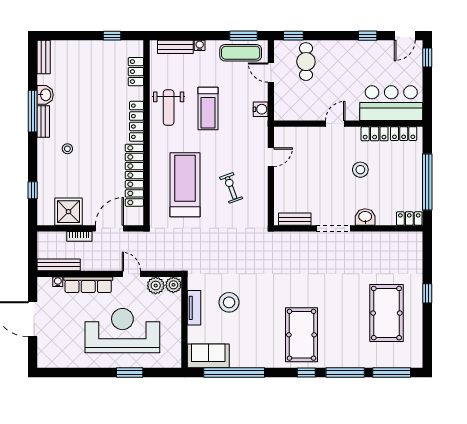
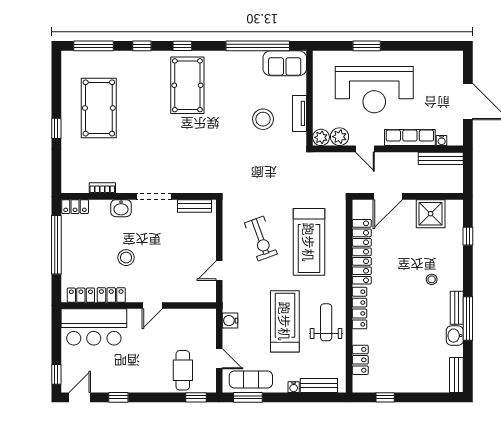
treadmill: (208, 108) -> (285, 321), width x1.37, depth x1.38
exercise bike: (231, 188) -> (261, 239), width x1.38, depth x1.39
bookcase: (79, 236) -> (102, 188), moved
window: (345, 373) -> (142, 46), width x0.46

